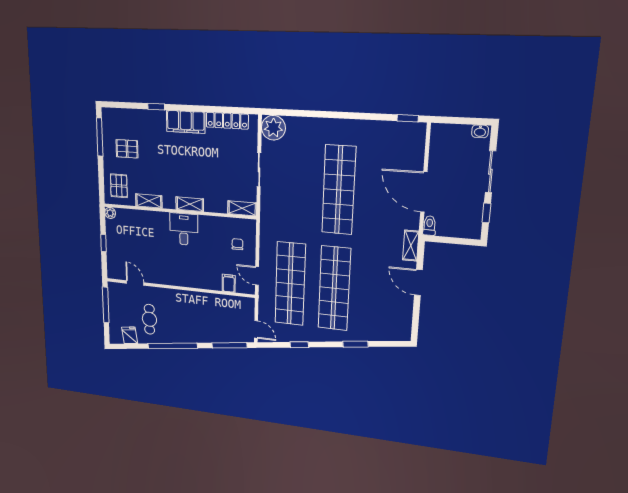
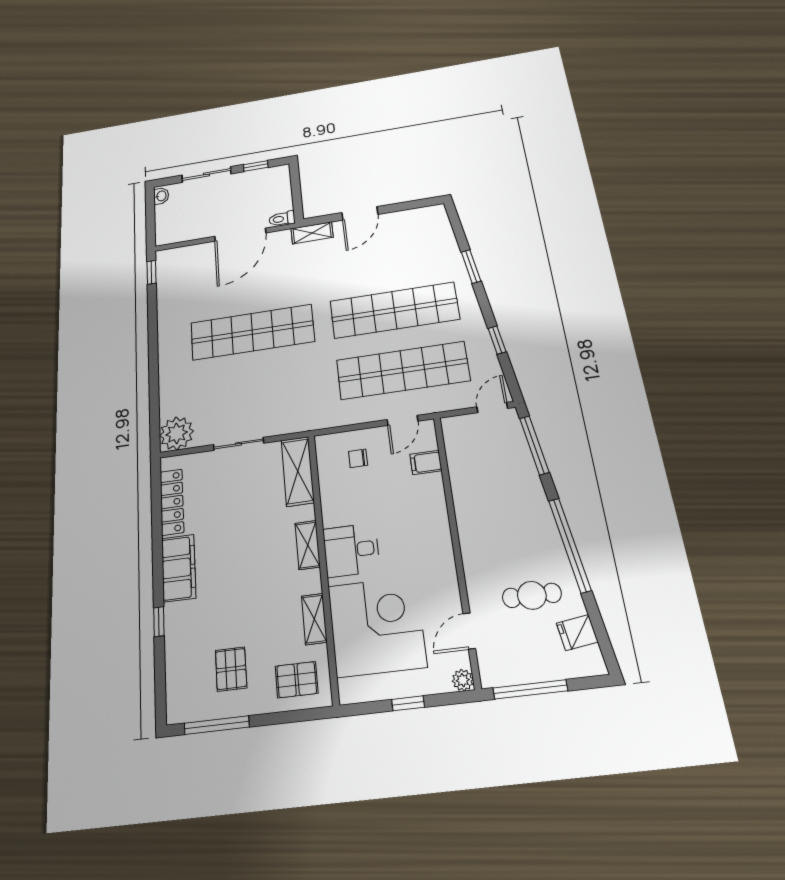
shelving: (242, 208) -> (298, 471), width x1.50, depth x1.33
plant: (110, 213) -> (463, 680), moved
corner desk: (142, 235) -> (377, 626), added

